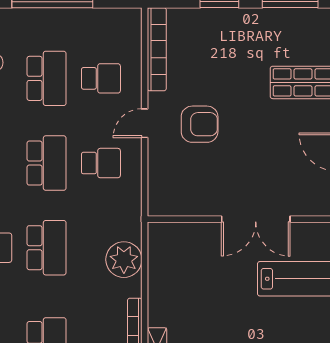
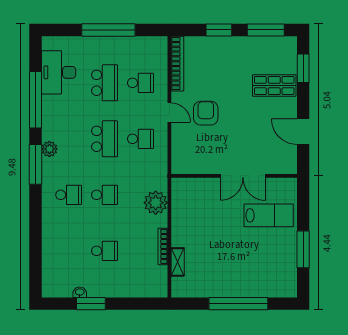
door: (145, 123) -> (169, 113), swing flipped
armchair: (200, 124) -> (206, 113), turned -90
school desk: (47, 248) -> (105, 195), width x0.54

